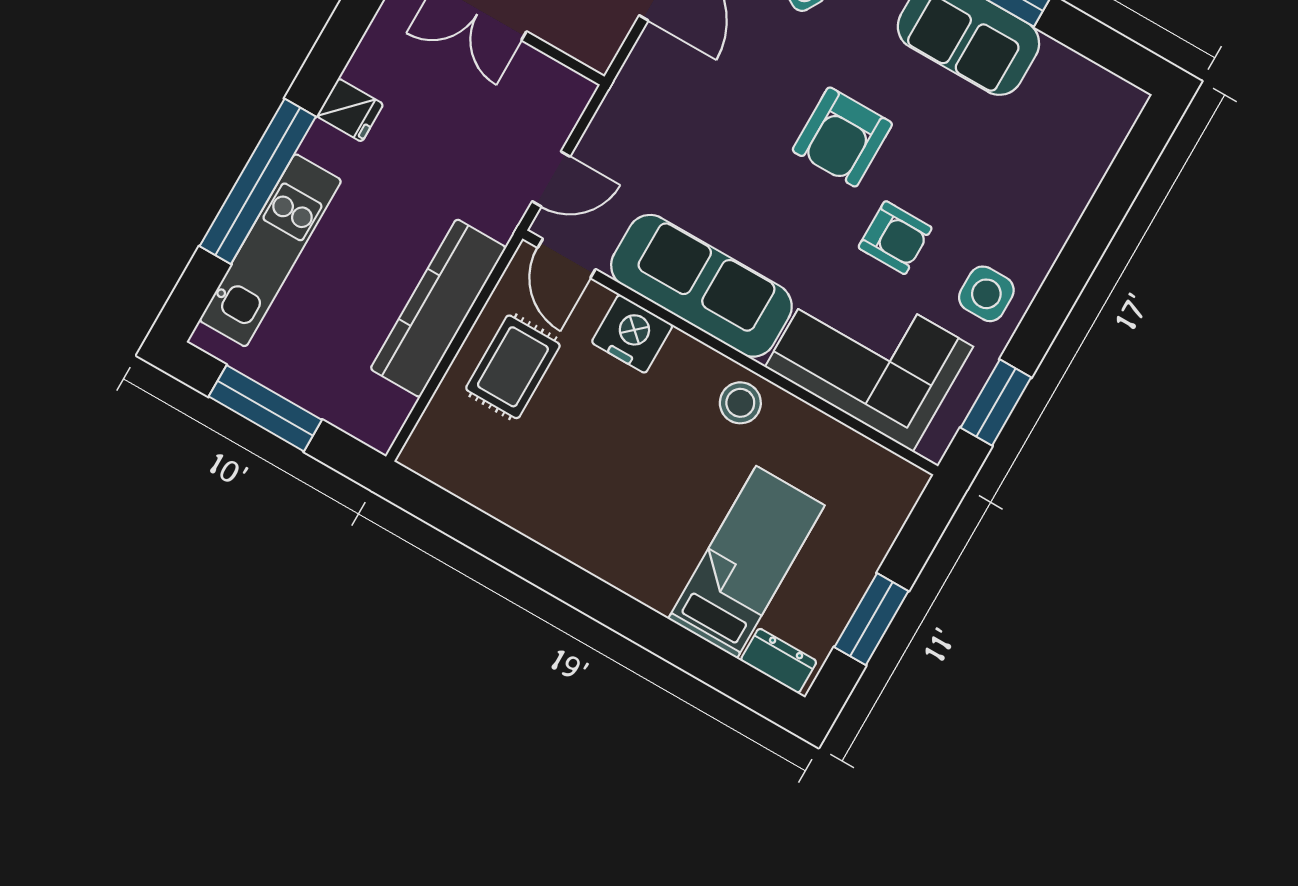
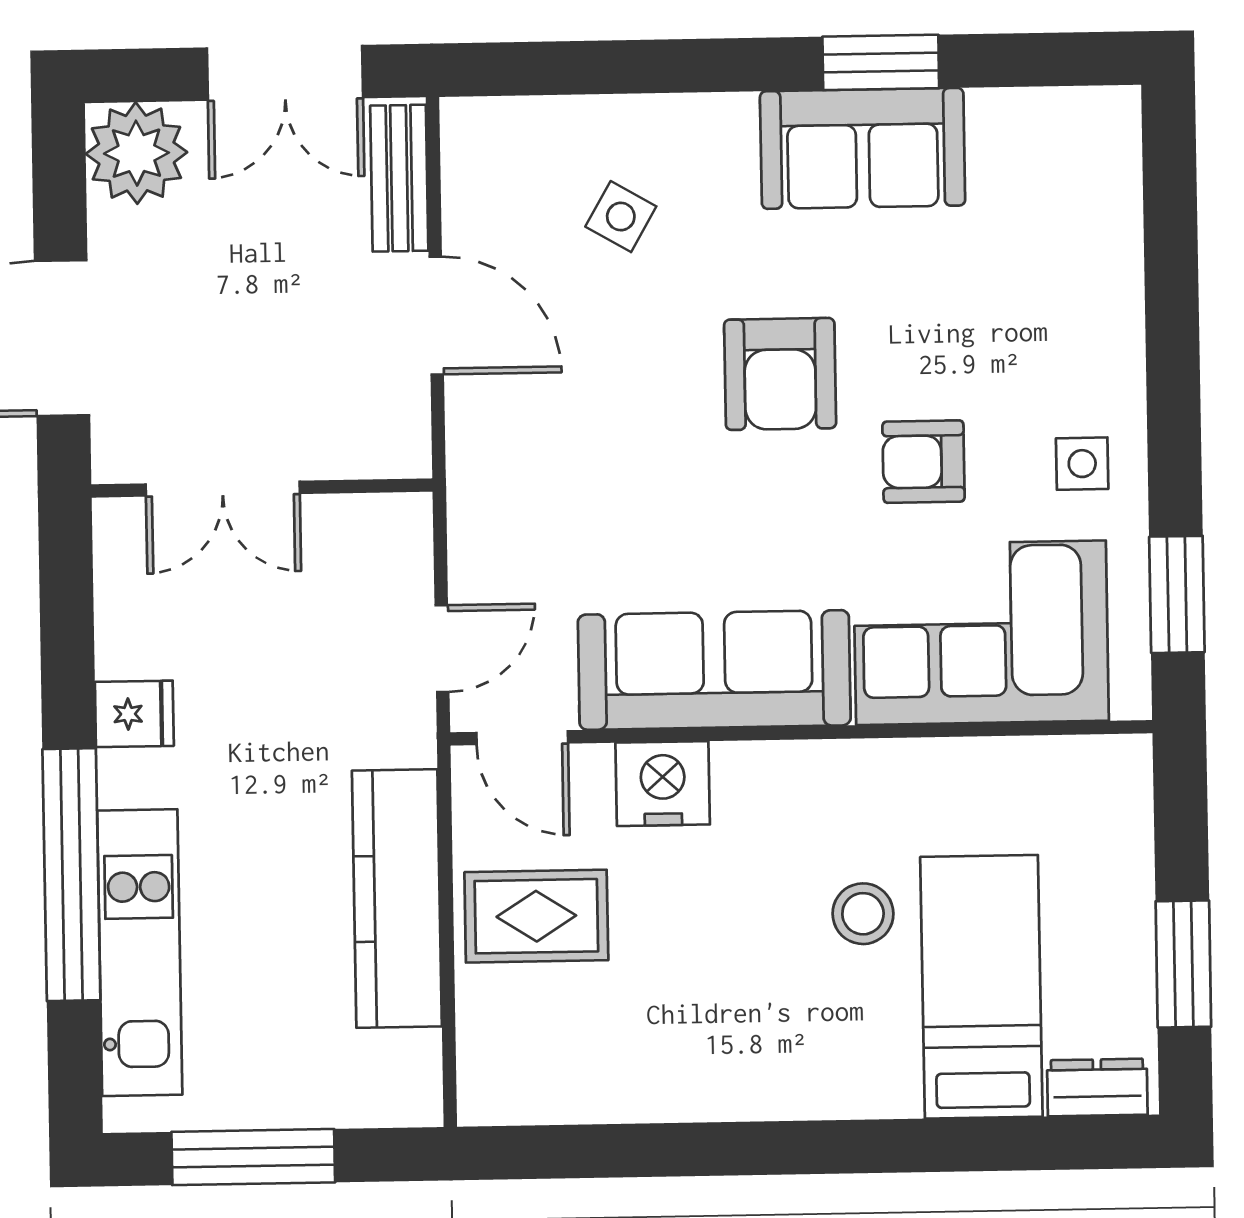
armchair: (895, 238) -> (923, 462), turned 180
side table: (986, 294) -> (1082, 464), width x0.73, depth x0.73
rug: (513, 367) -> (536, 916), turned 90
stool: (740, 403) -> (863, 914), moved

